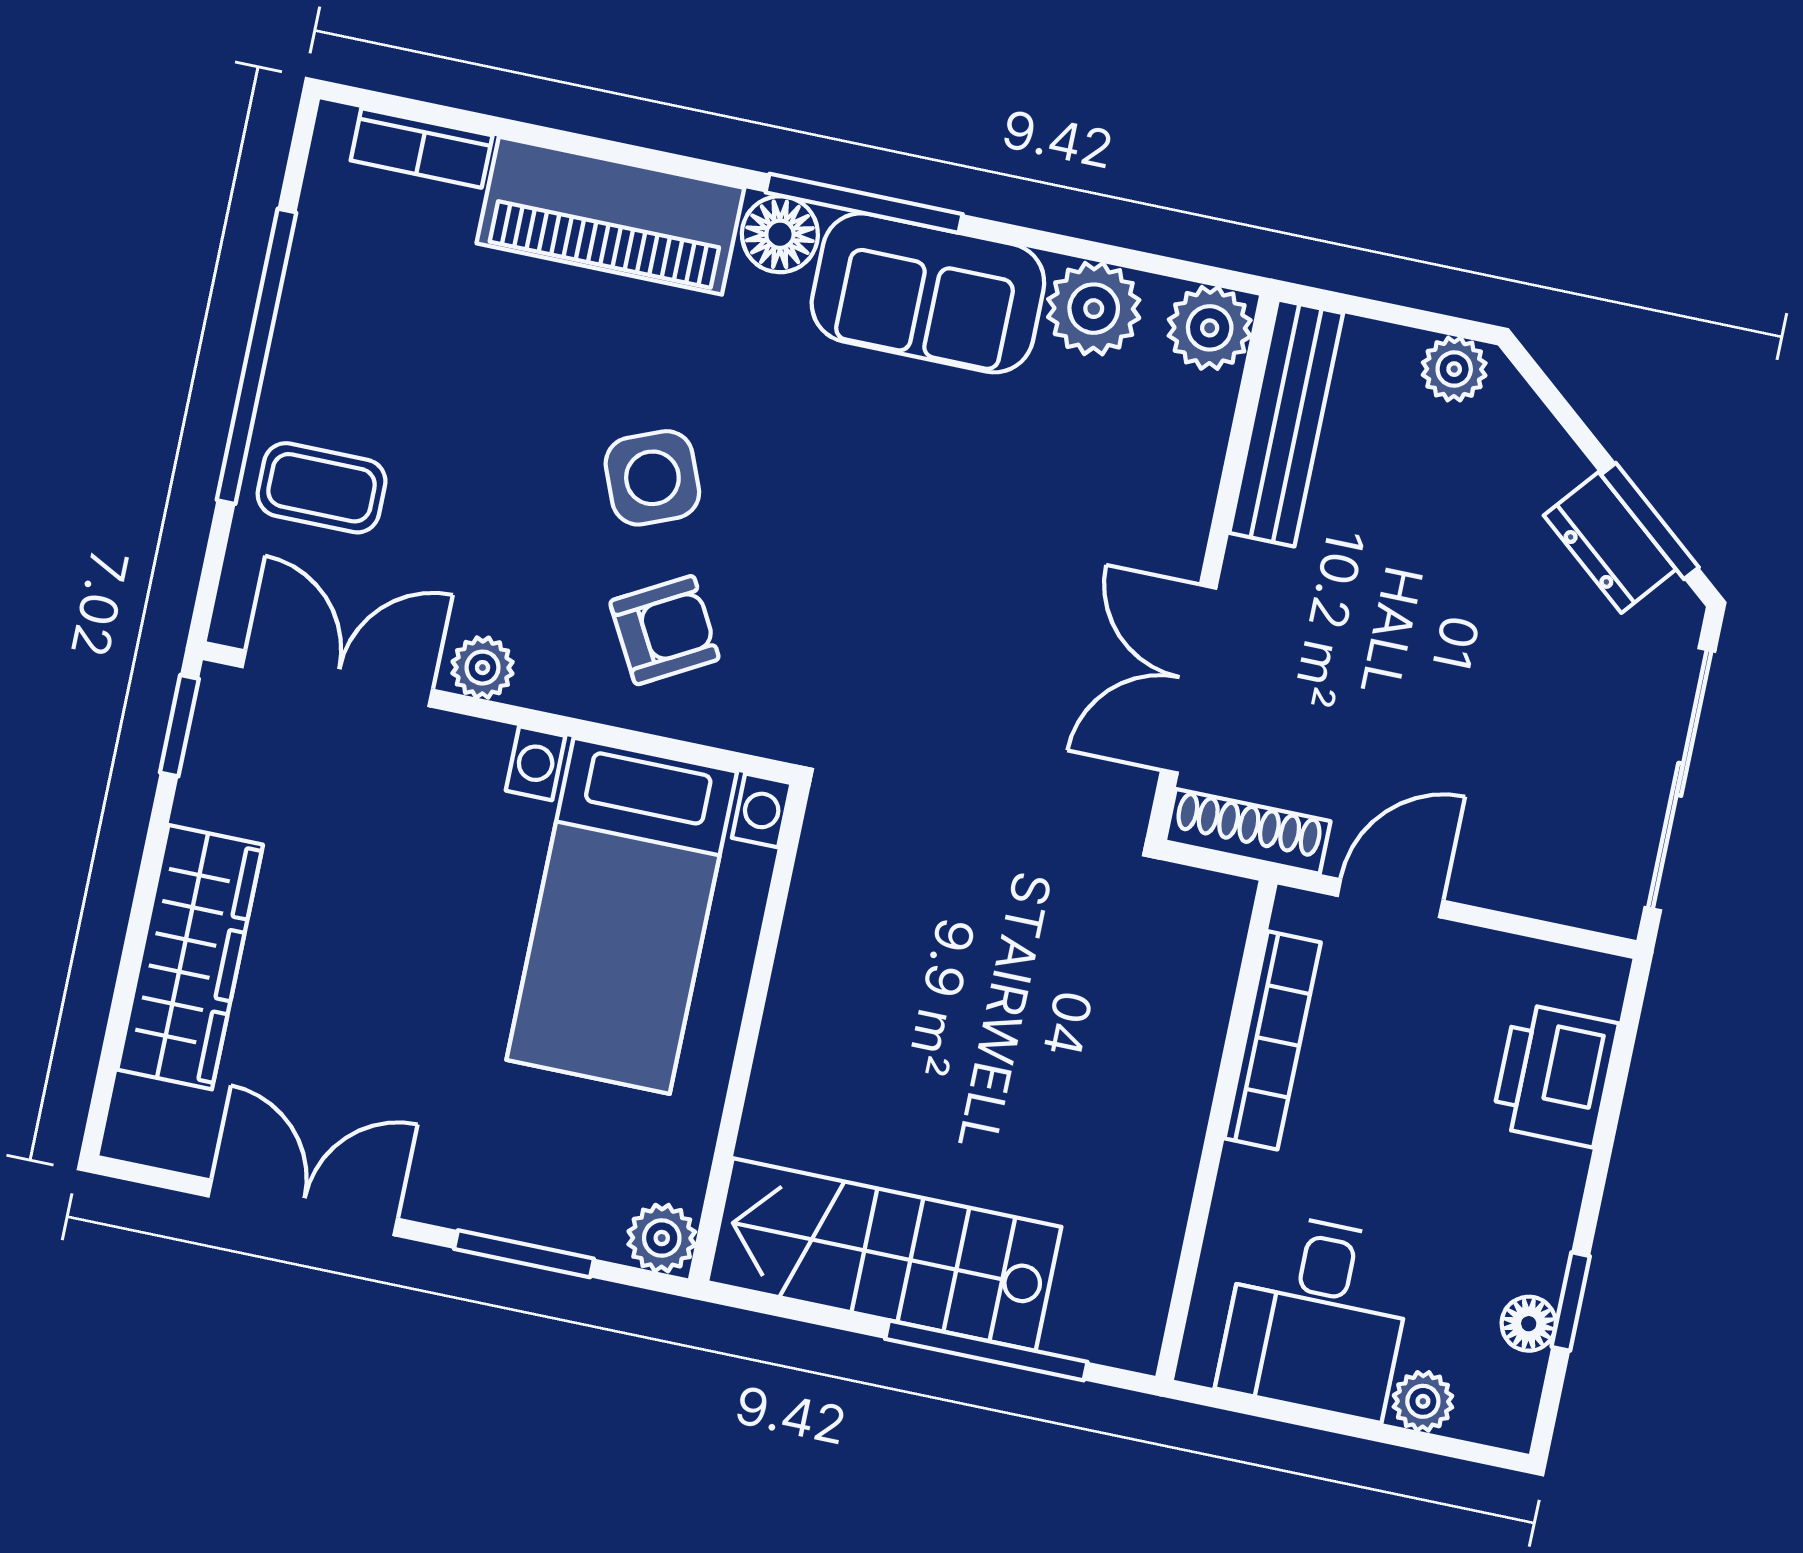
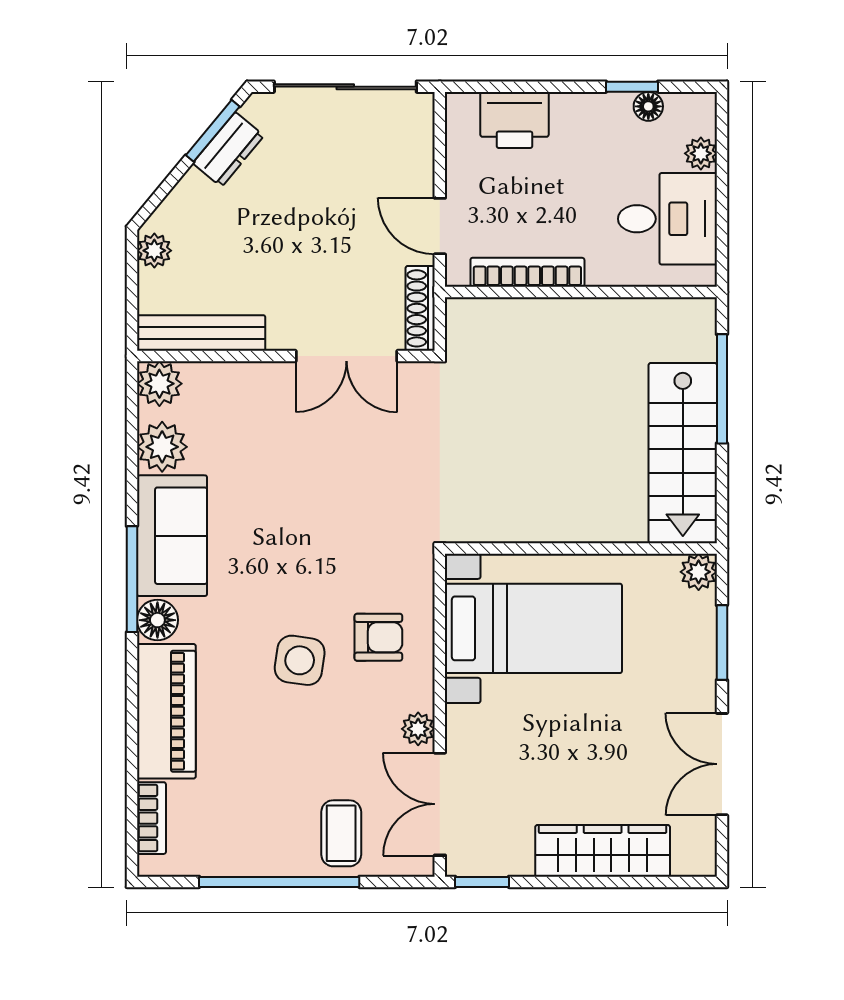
side table: (652, 478) -> (300, 660), turned 30
armchair: (664, 630) -> (378, 637), turned 119

